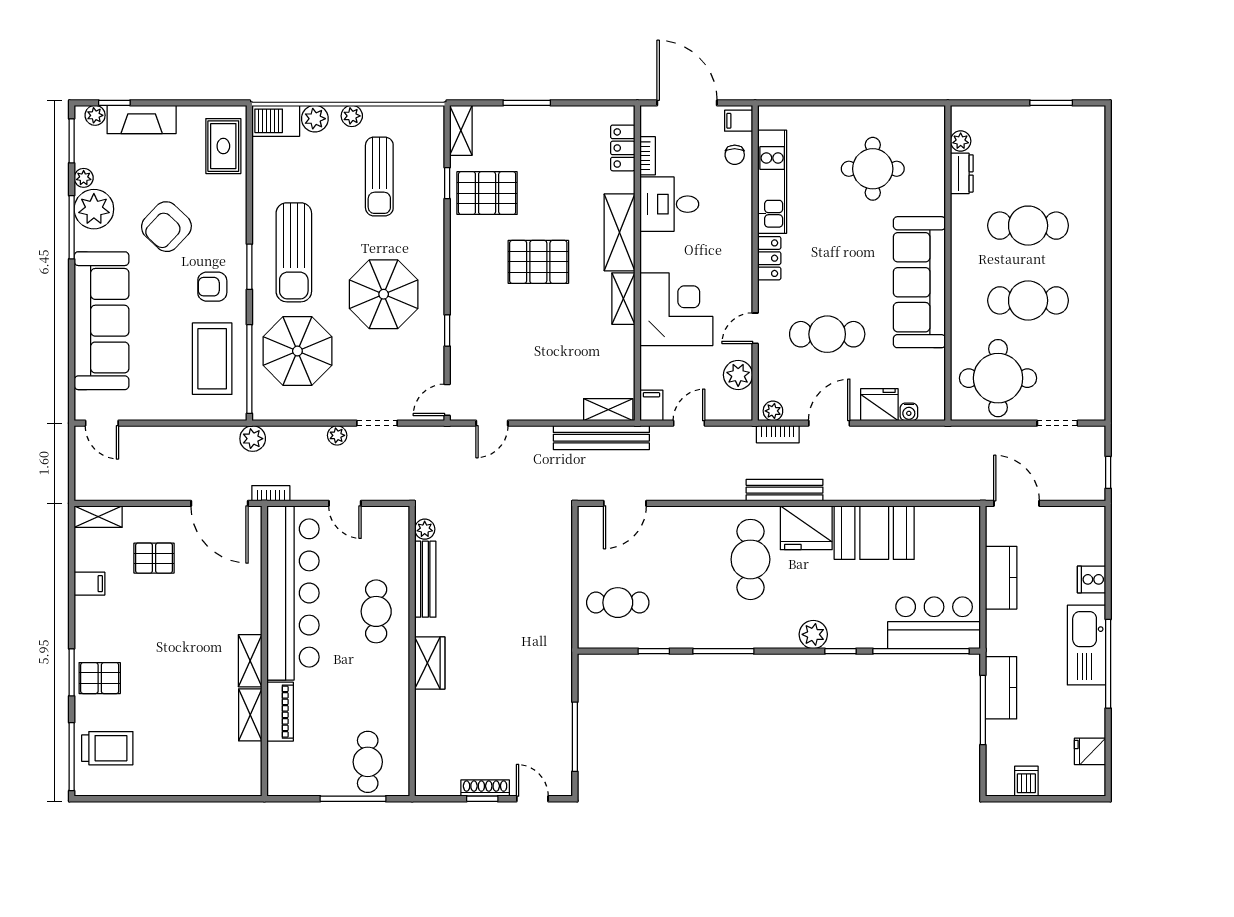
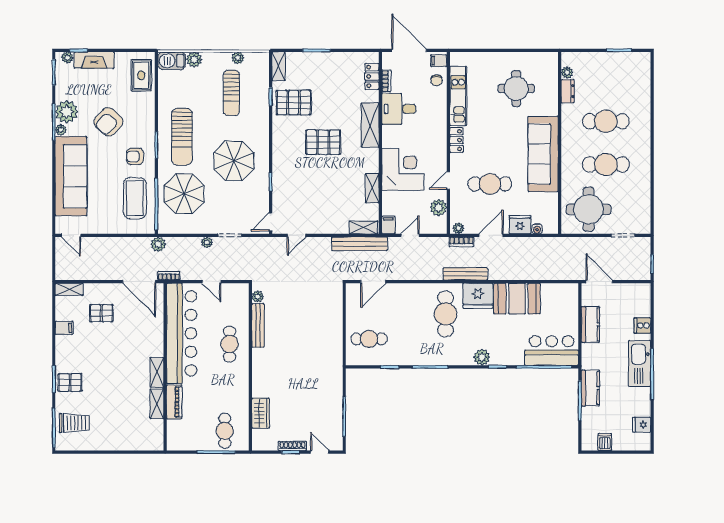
plant: (352, 116) -> (238, 58), moved
plant: (84, 178) -> (61, 130), moved
shelving: (623, 299) -> (372, 188), moved
wardrobe: (430, 663) -> (261, 413), moved

